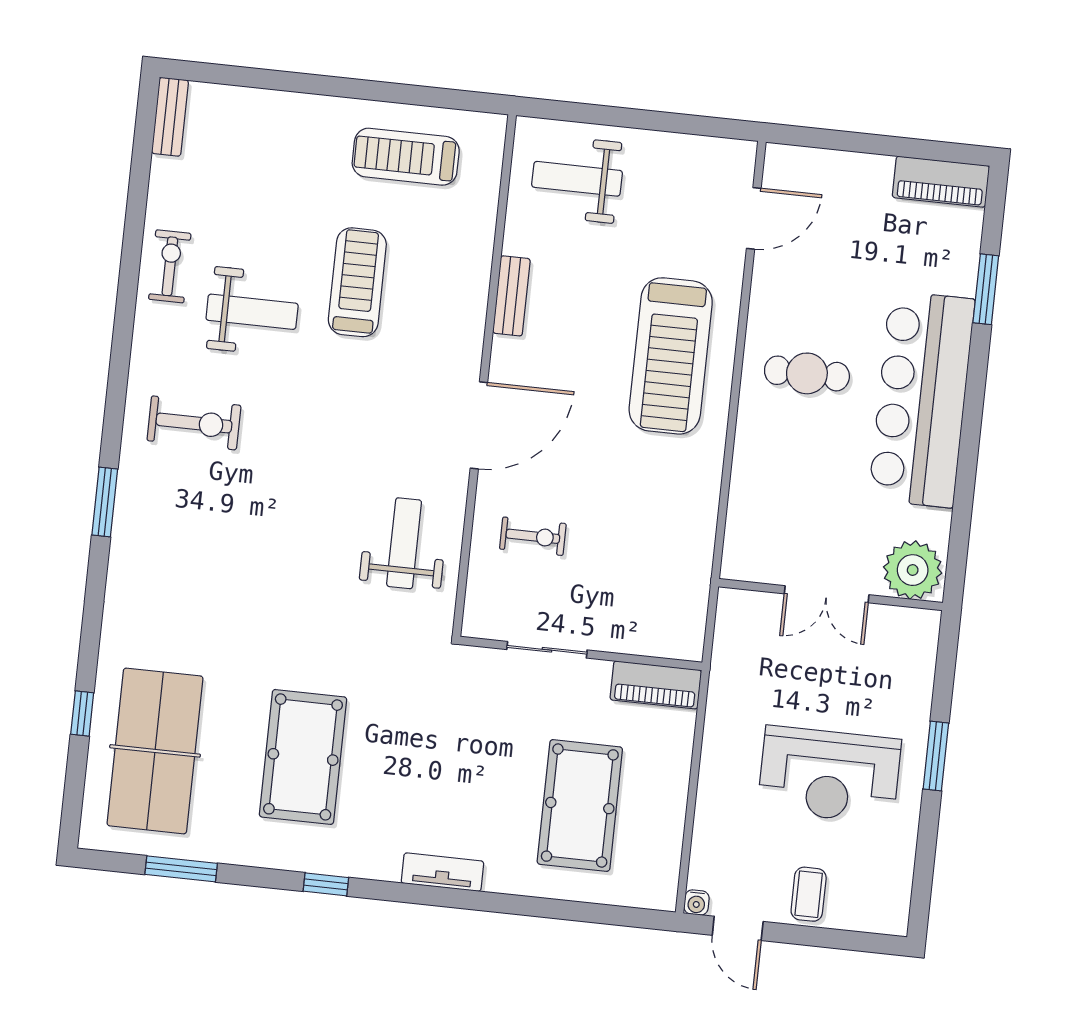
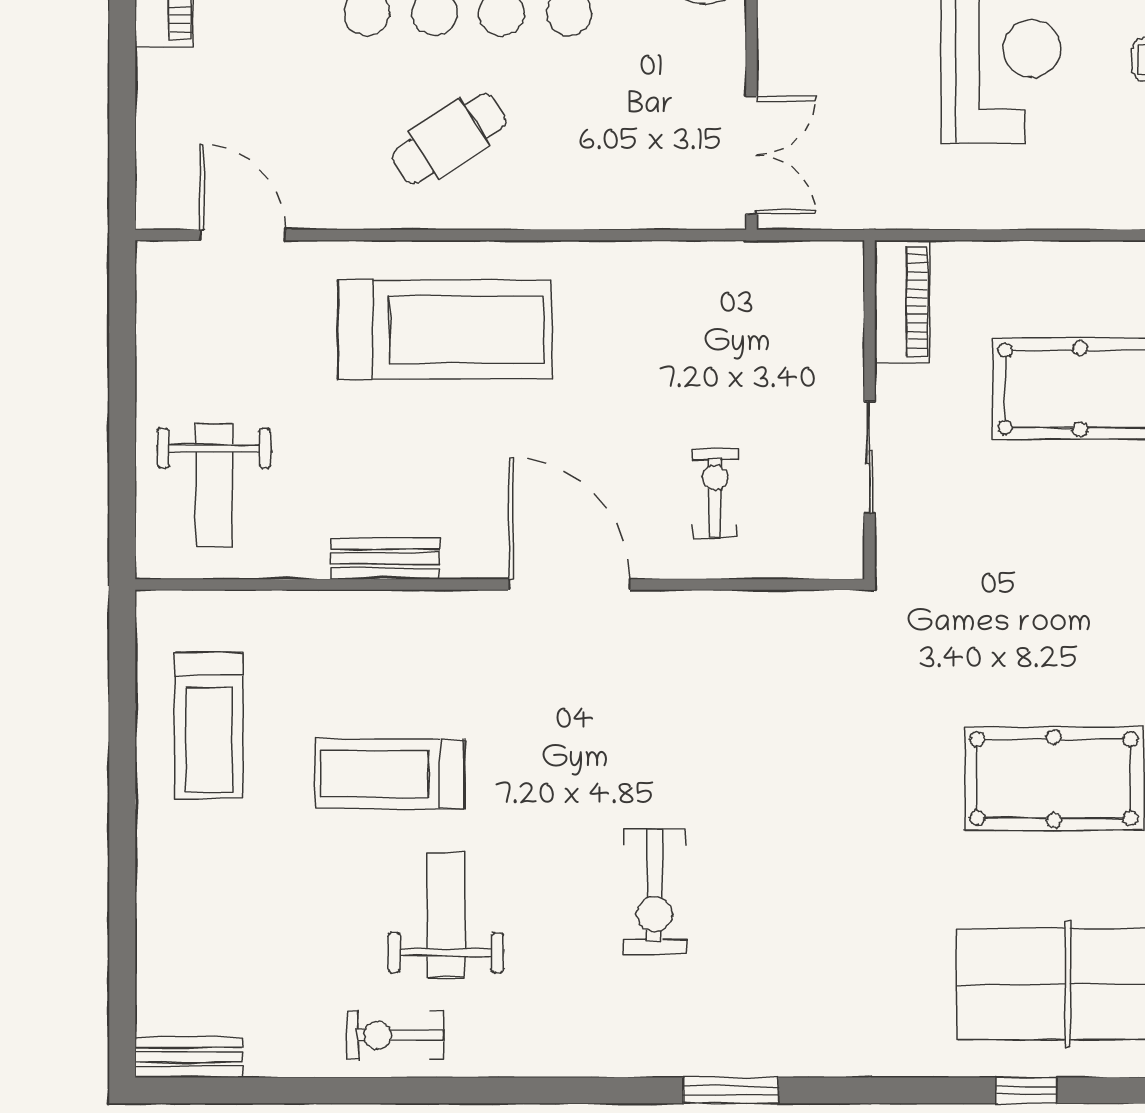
cafe table: (807, 373) -> (449, 139), turned 57
exercise bike: (194, 423) -> (655, 892), moved, turned 180
weight bench: (404, 543) -> (743, 670), removed
double door: (827, 594) -> (751, 155), moved

